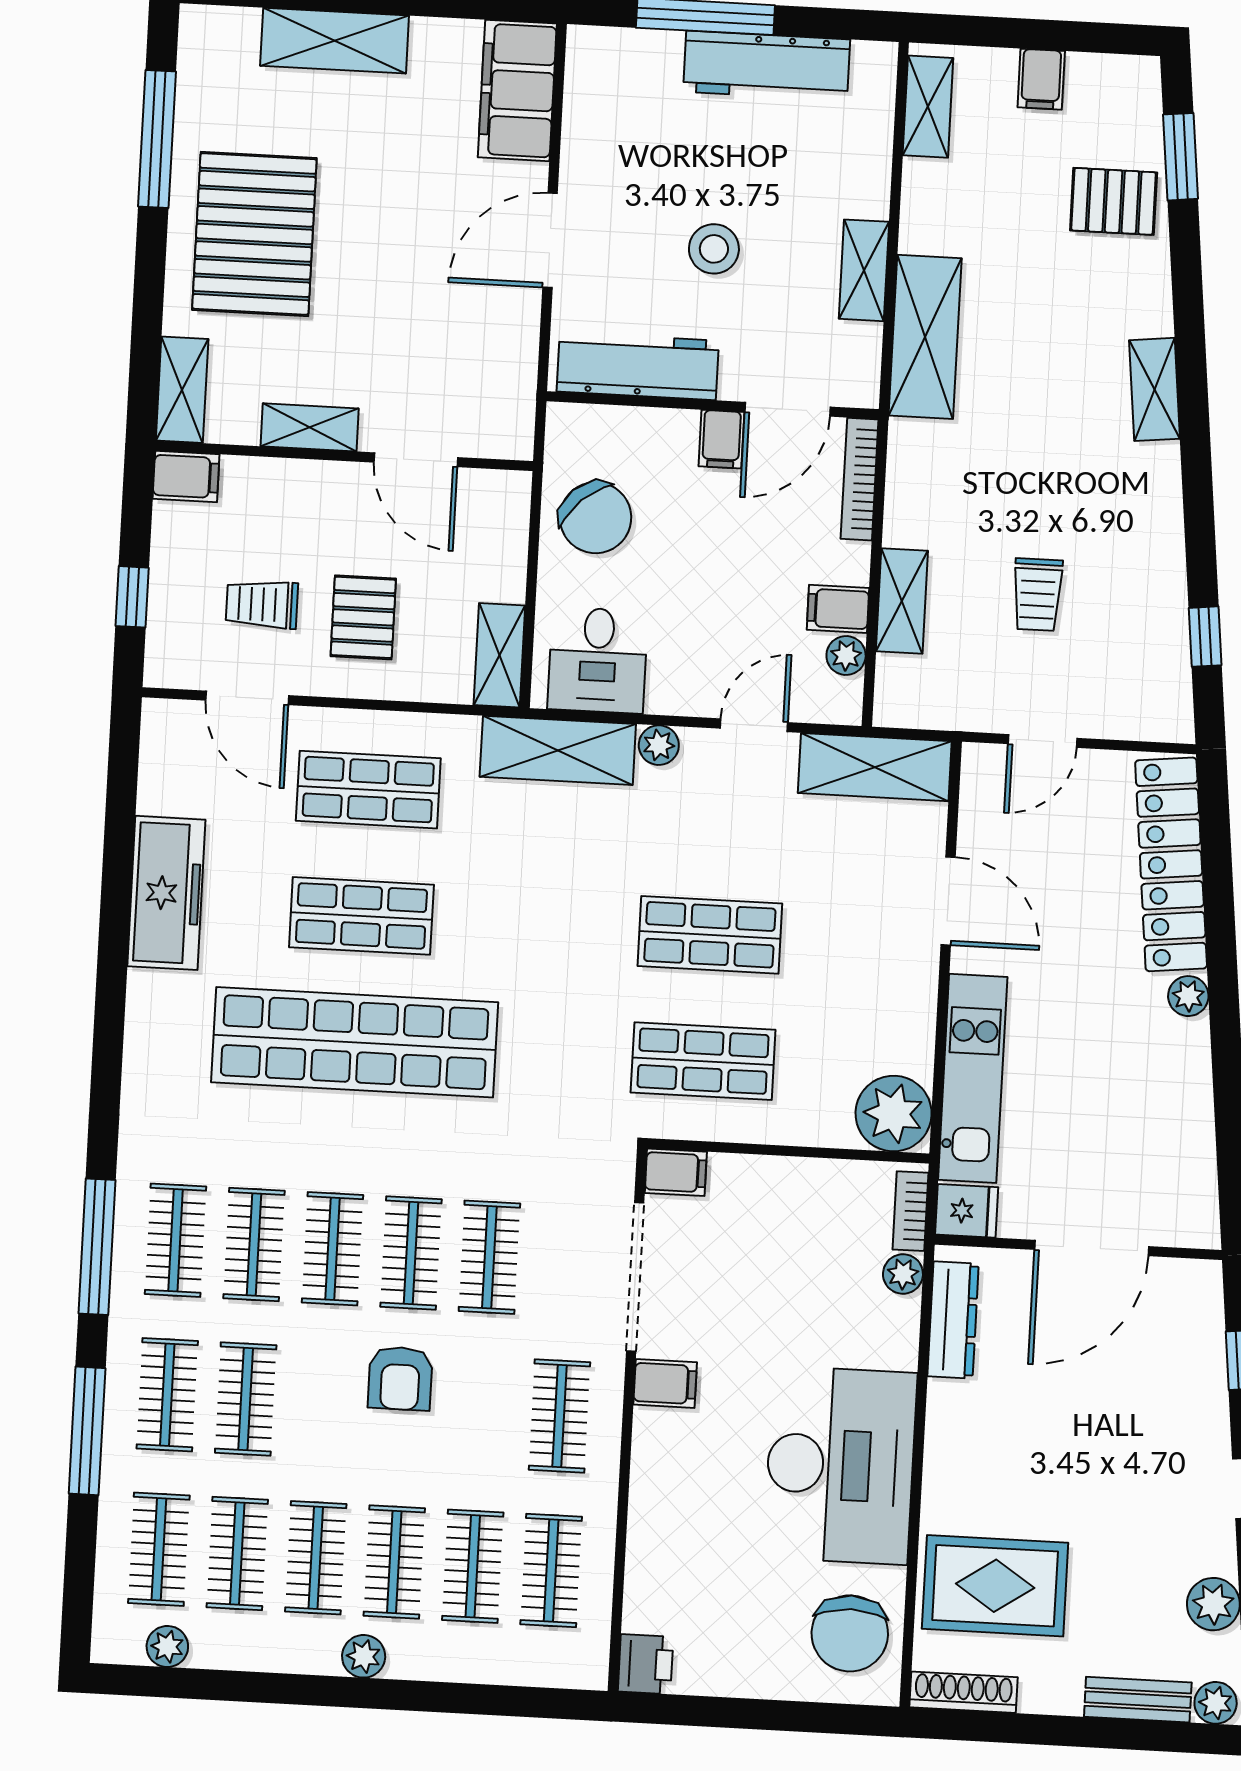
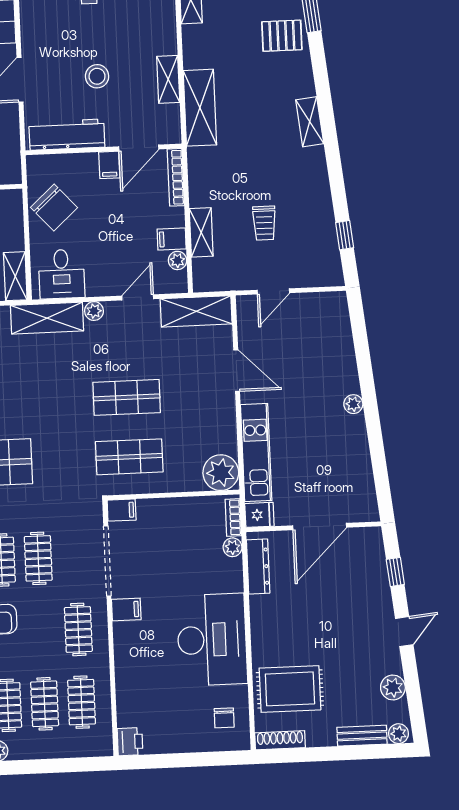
locker: (1171, 864) -> (339, 343), removed
chair: (850, 1633) -> (224, 718), width x0.54, depth x0.54

